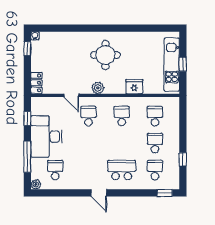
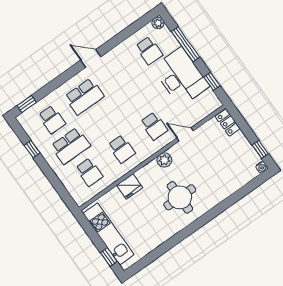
window: (183, 64) -> (109, 257), moved
school desk: (155, 143) -> (71, 146), width x1.85

